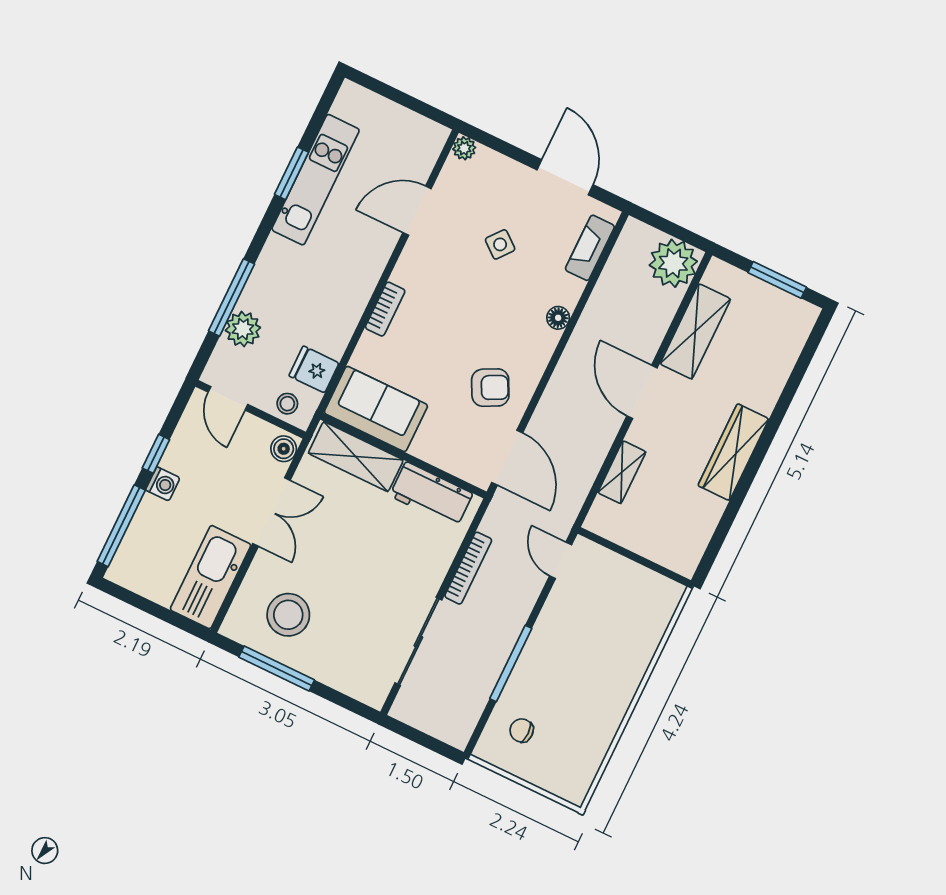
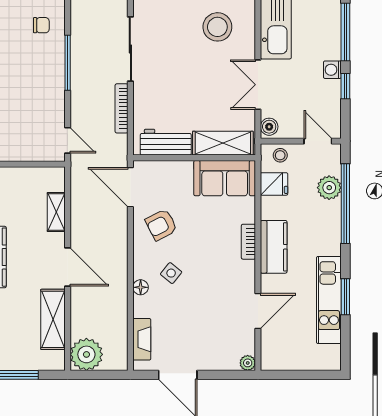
side table: (500, 244) -> (171, 273), moved
kitchen counter: (355, 286) -> (274, 247), added
window: (232, 297) -> (345, 204), width x1.46

